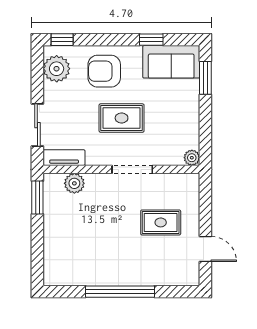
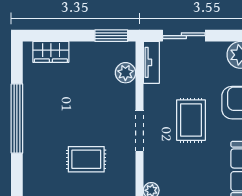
rug: (161, 222) -> (86, 159), turned 90
wardrobe: (54, 258) -> (51, 52), added

